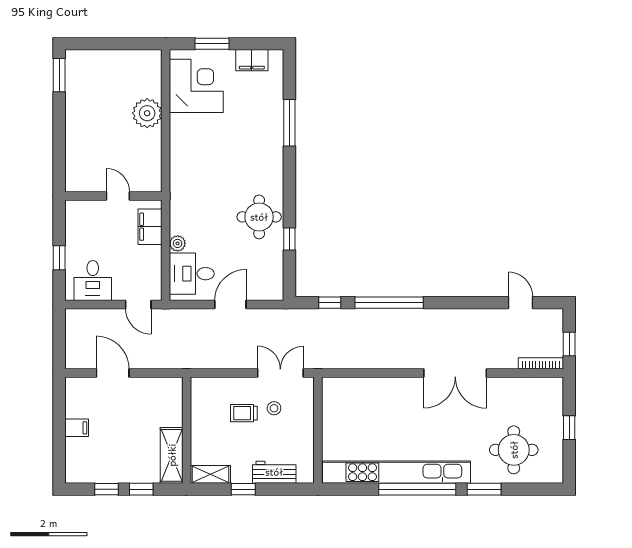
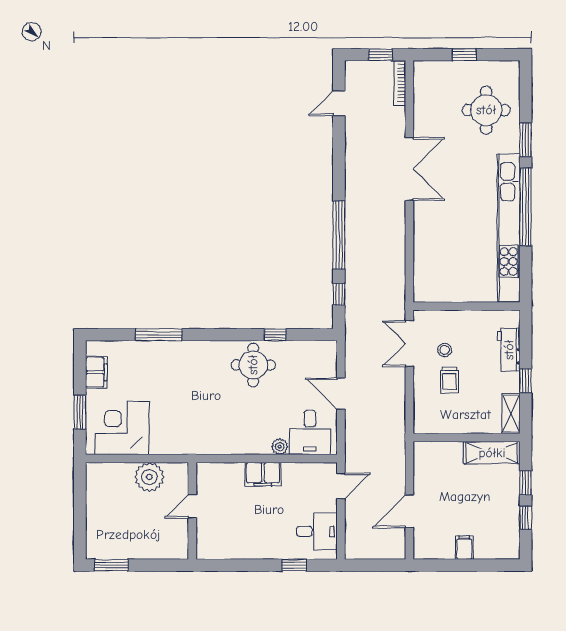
wall: (113, 196) -> (192, 511), moved
door: (118, 196) -> (192, 506), moved

